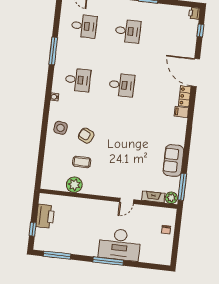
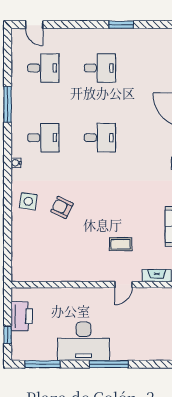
coffee table: (82, 162) -> (121, 244), moved
plant: (74, 185) -> (54, 272), removed
desk: (120, 244) -> (84, 341), moved

